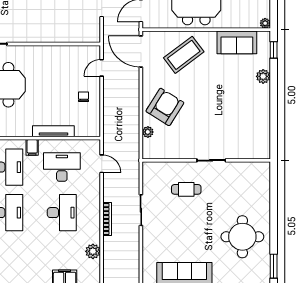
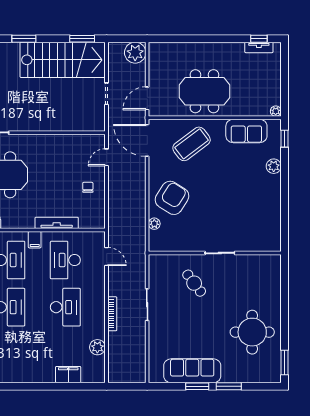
desk: (62, 167) -> (65, 260), turned -90
cafe table: (186, 189) -> (194, 283), turned 53

